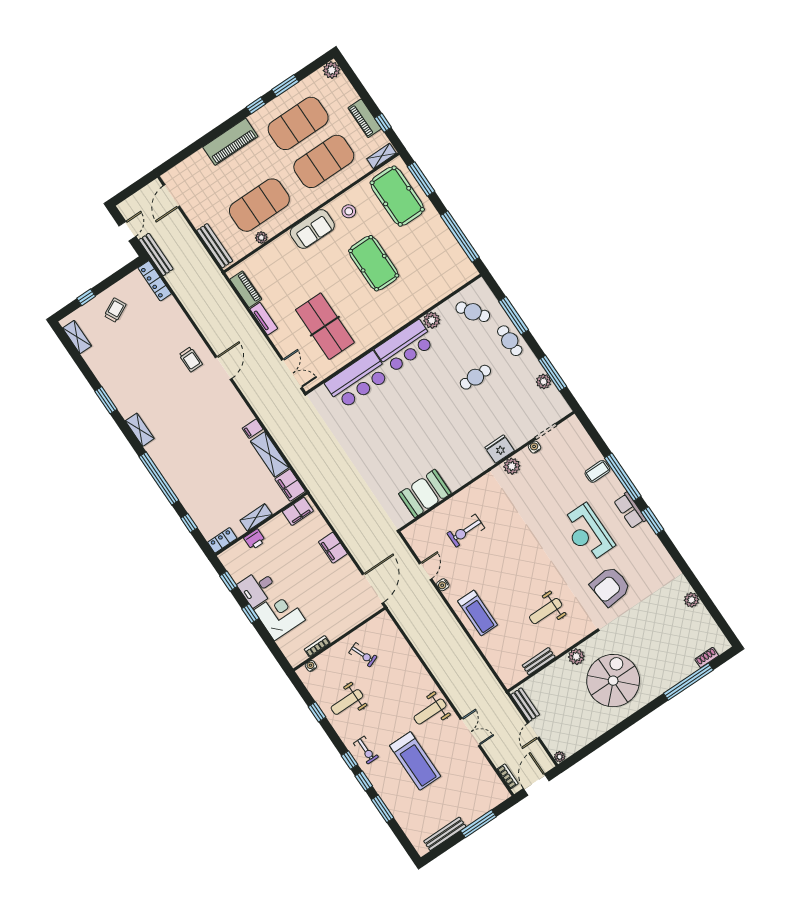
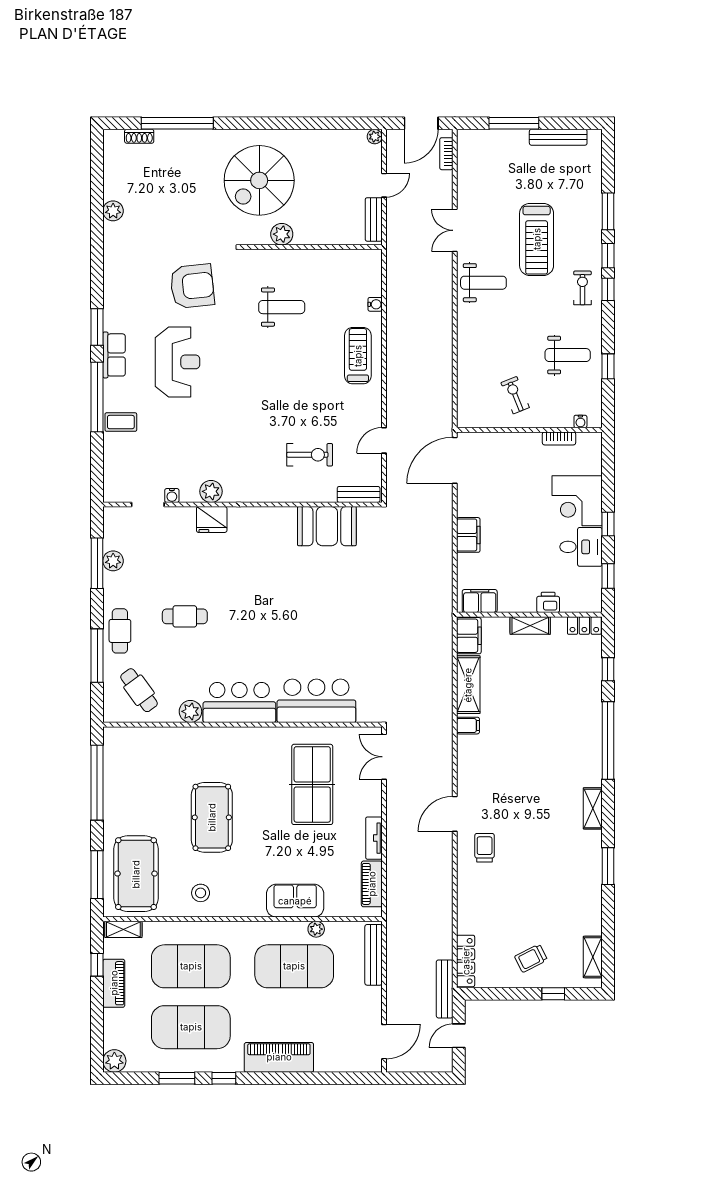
sofa: (312, 229) -> (295, 901), moved
water cooler: (443, 585) -> (375, 304), moved
bench: (539, 661) -> (359, 494), moved
treadmill: (415, 761) -> (537, 239), turned 180

